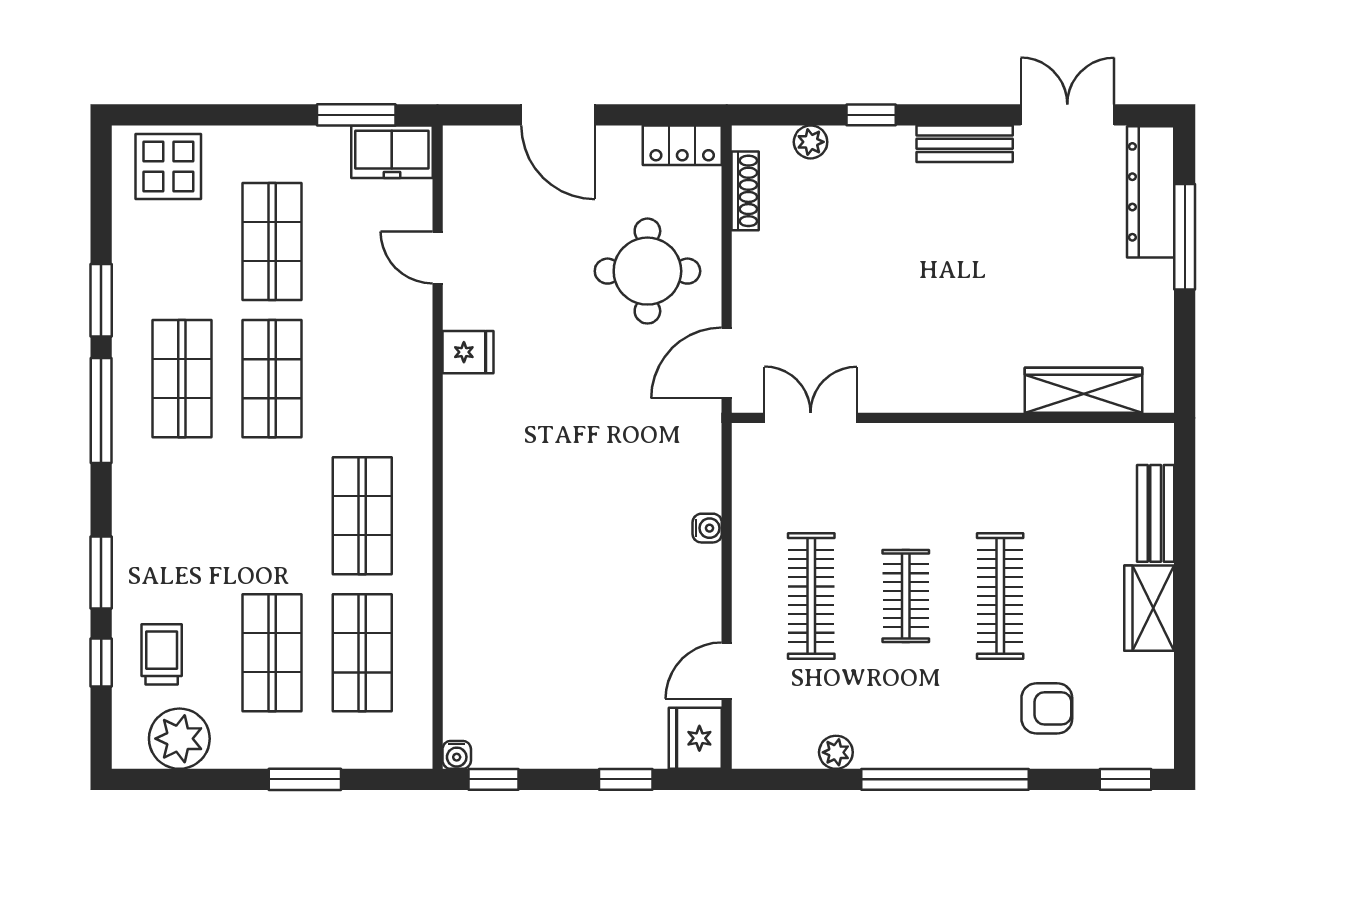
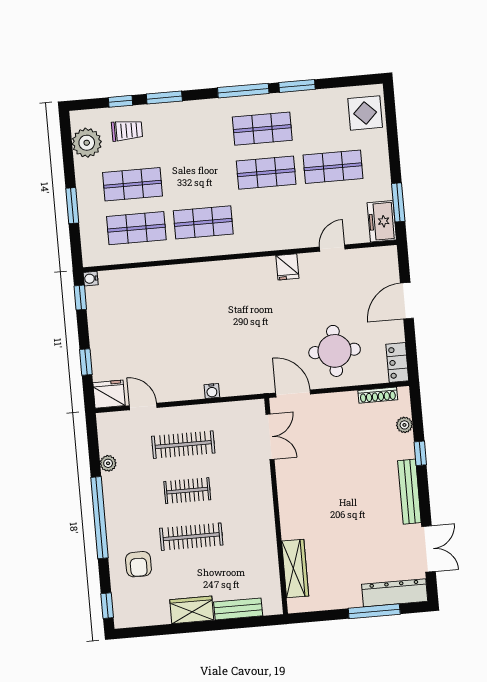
bench: (965, 144) -> (409, 492), width x1.36

